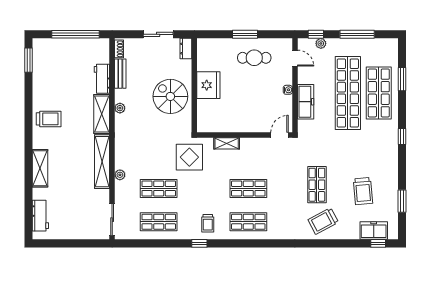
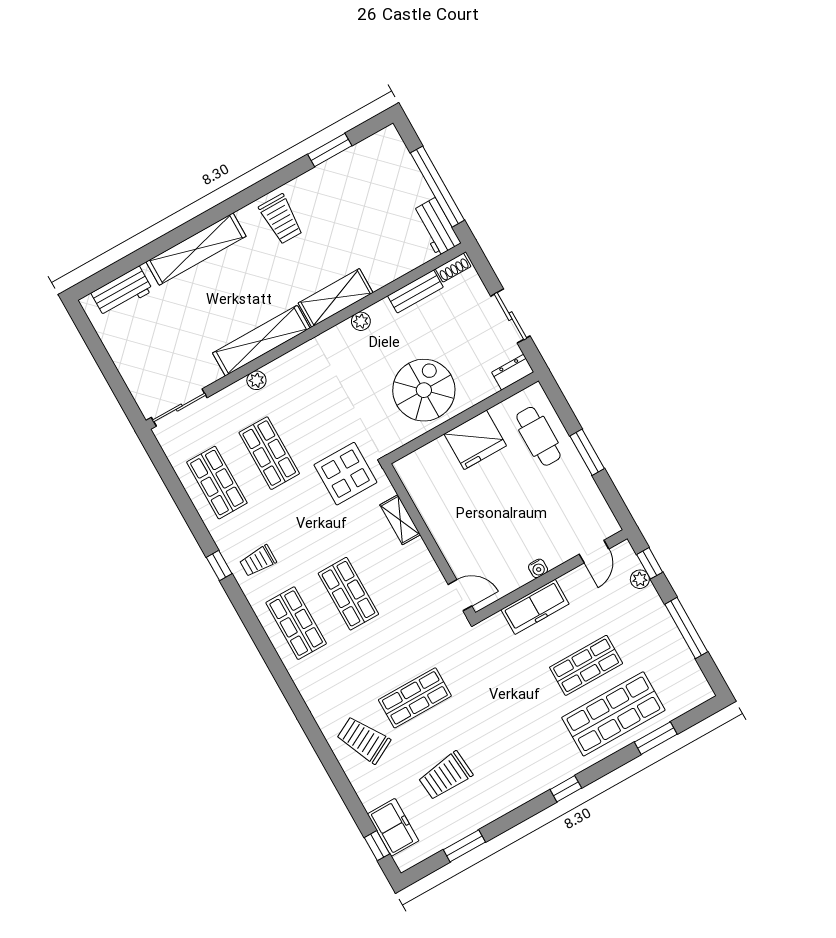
cafe table: (254, 58) -> (538, 436), moved
window: (28, 60) -> (330, 150), moved
workbench: (102, 79) -> (436, 227), moved, turned -90
shop shelf: (348, 93) -> (586, 665), width x0.50, depth x0.74
shelving: (40, 168) -> (196, 249), width x1.47

